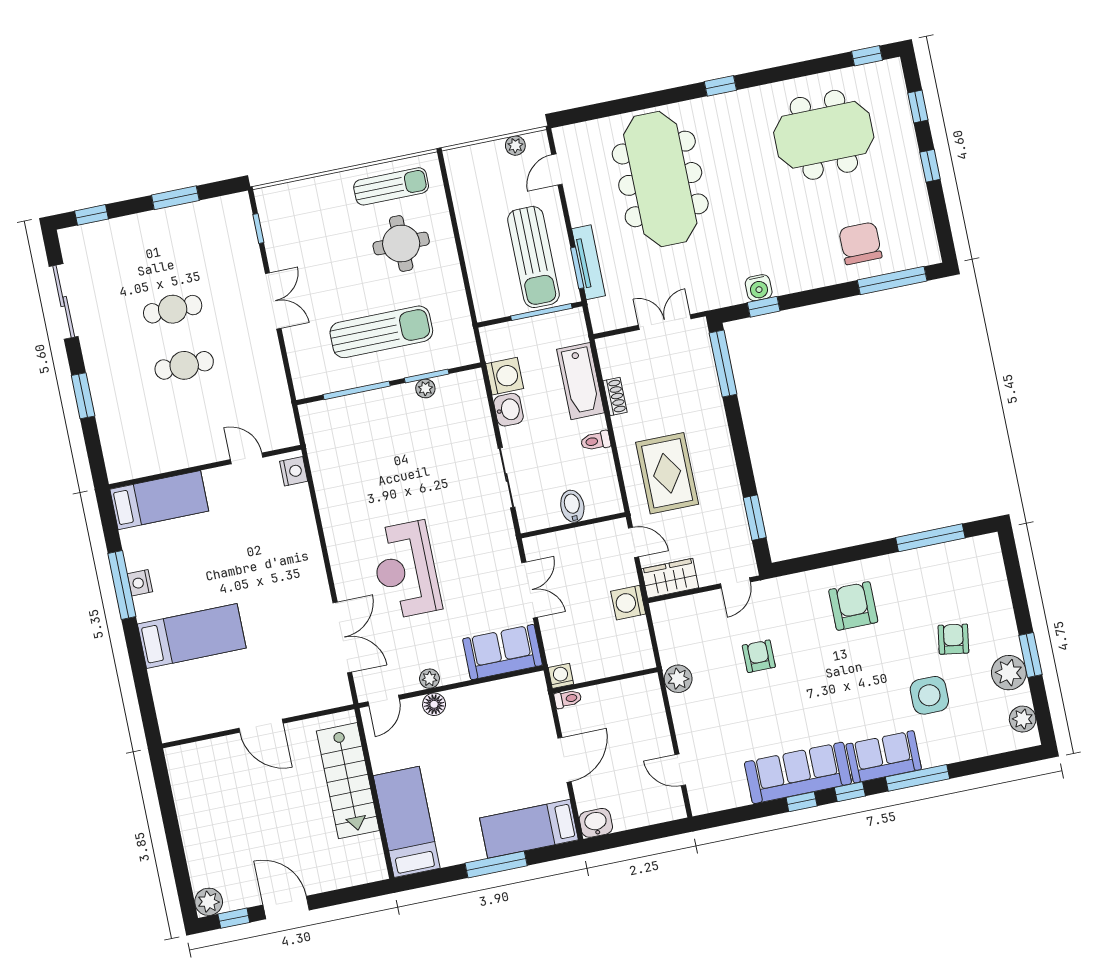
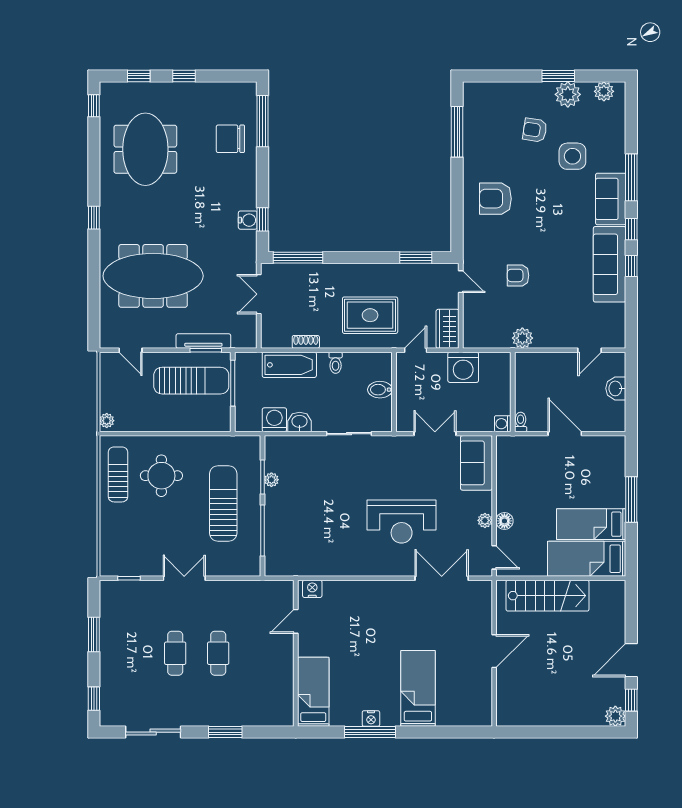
plant: (515, 146) -> (107, 421), moved
washing machine: (628, 603) -> (463, 367), width x1.37, depth x1.37
washbasin: (596, 823) -> (616, 388), moved
bed: (529, 829) -> (591, 524), moved, turned 90

